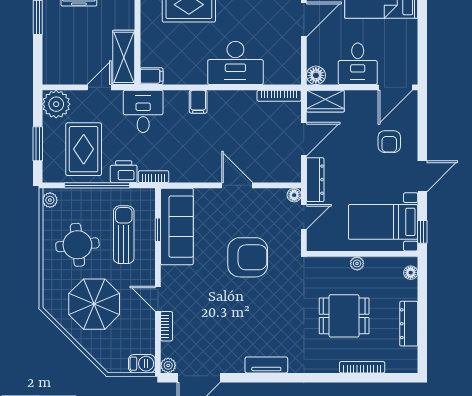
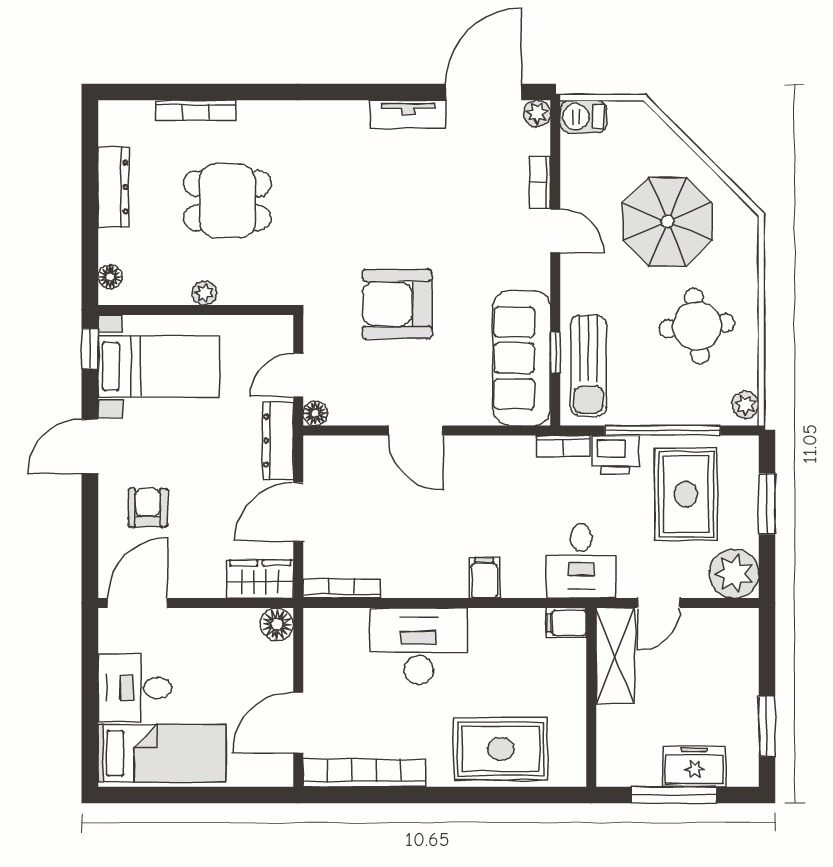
desk: (358, 64) -> (135, 688), moved, turned -90
sun lounger: (124, 235) -> (588, 366), moved
tv unit: (266, 365) -> (408, 114), moved

